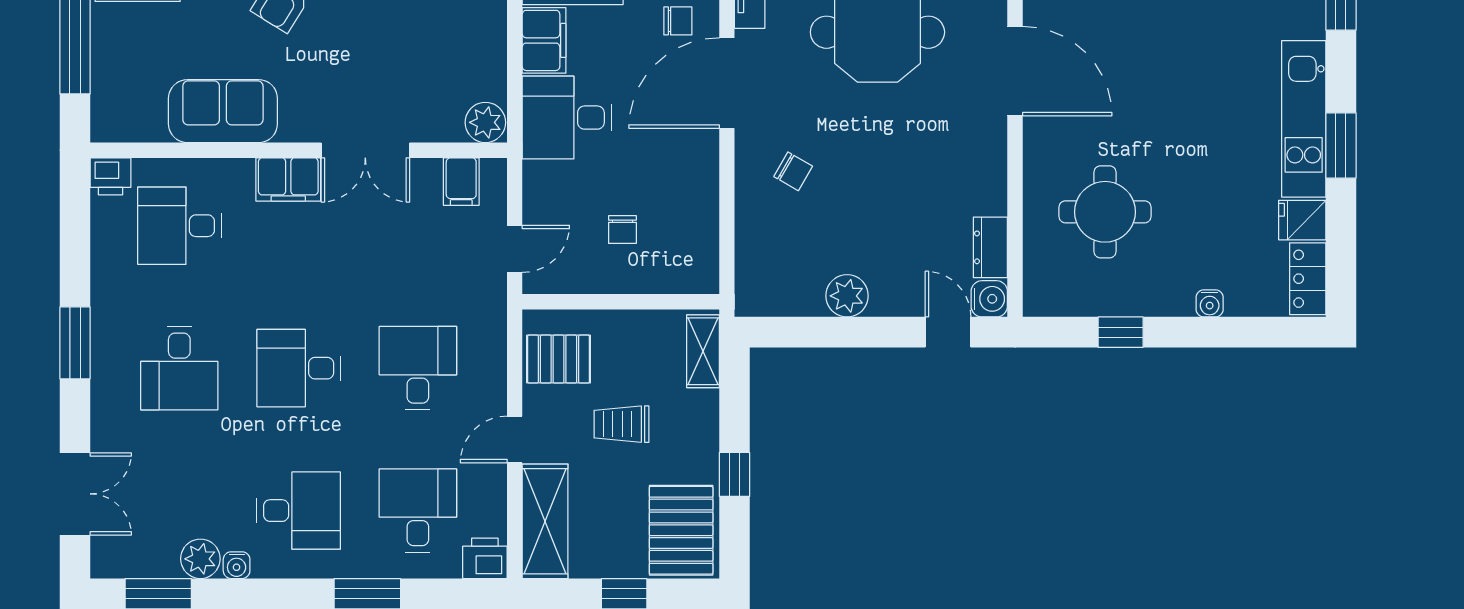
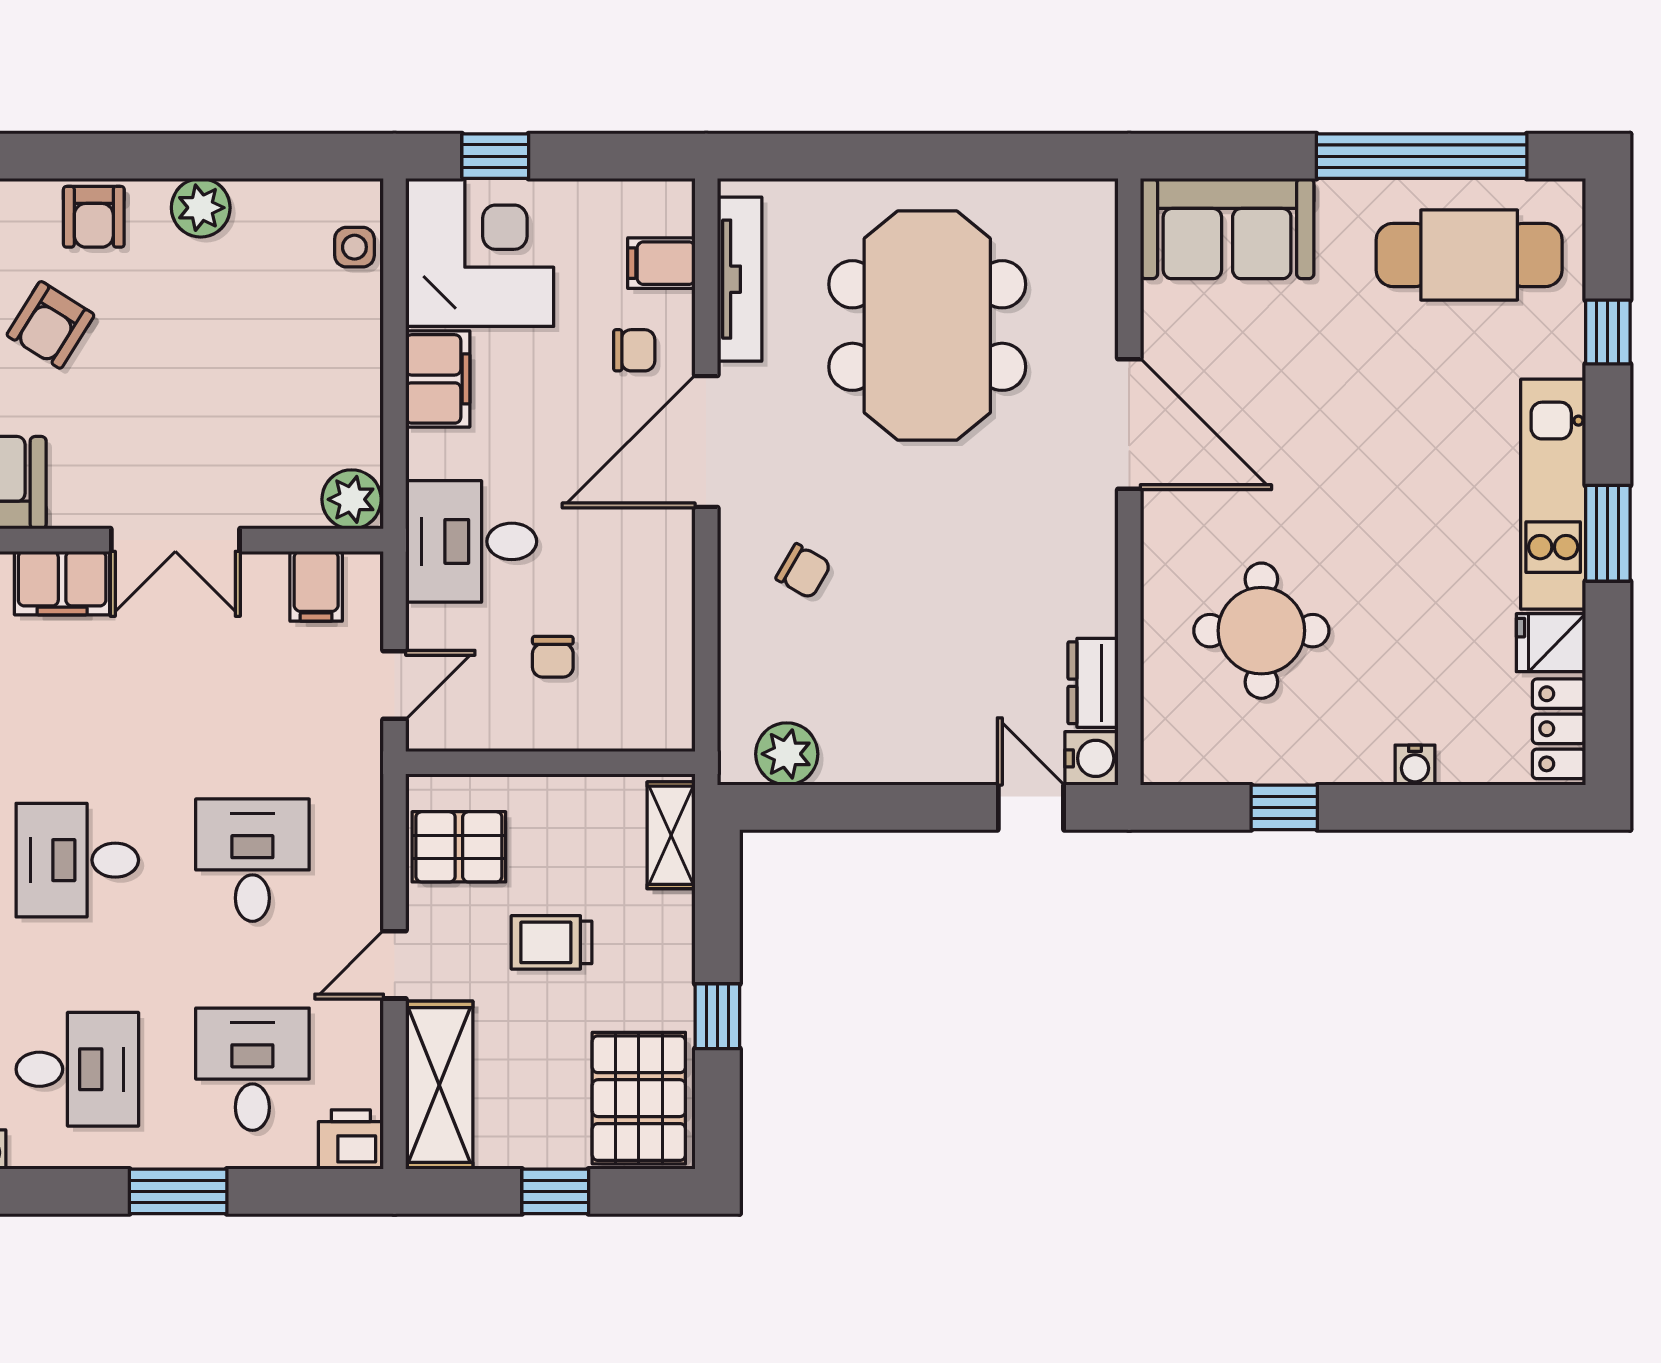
desk: (567, 118) -> (471, 541), moved
plant: (847, 296) -> (787, 754), moved

